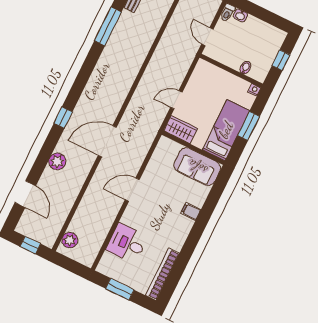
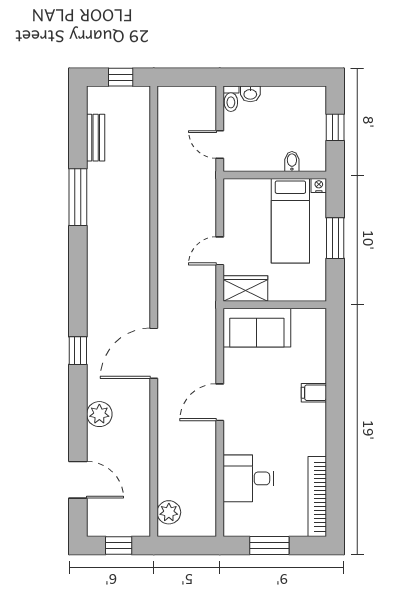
bed: (226, 130) -> (290, 221), moved, turned 180
sofa: (197, 167) -> (257, 328), moved

